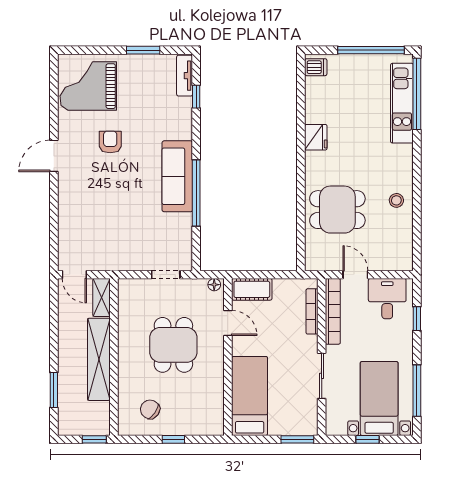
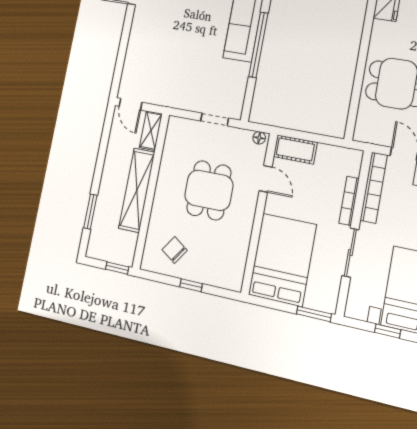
bookcase: (312, 311) -> (349, 201), moved
bed: (250, 396) -> (282, 260), width x1.50

